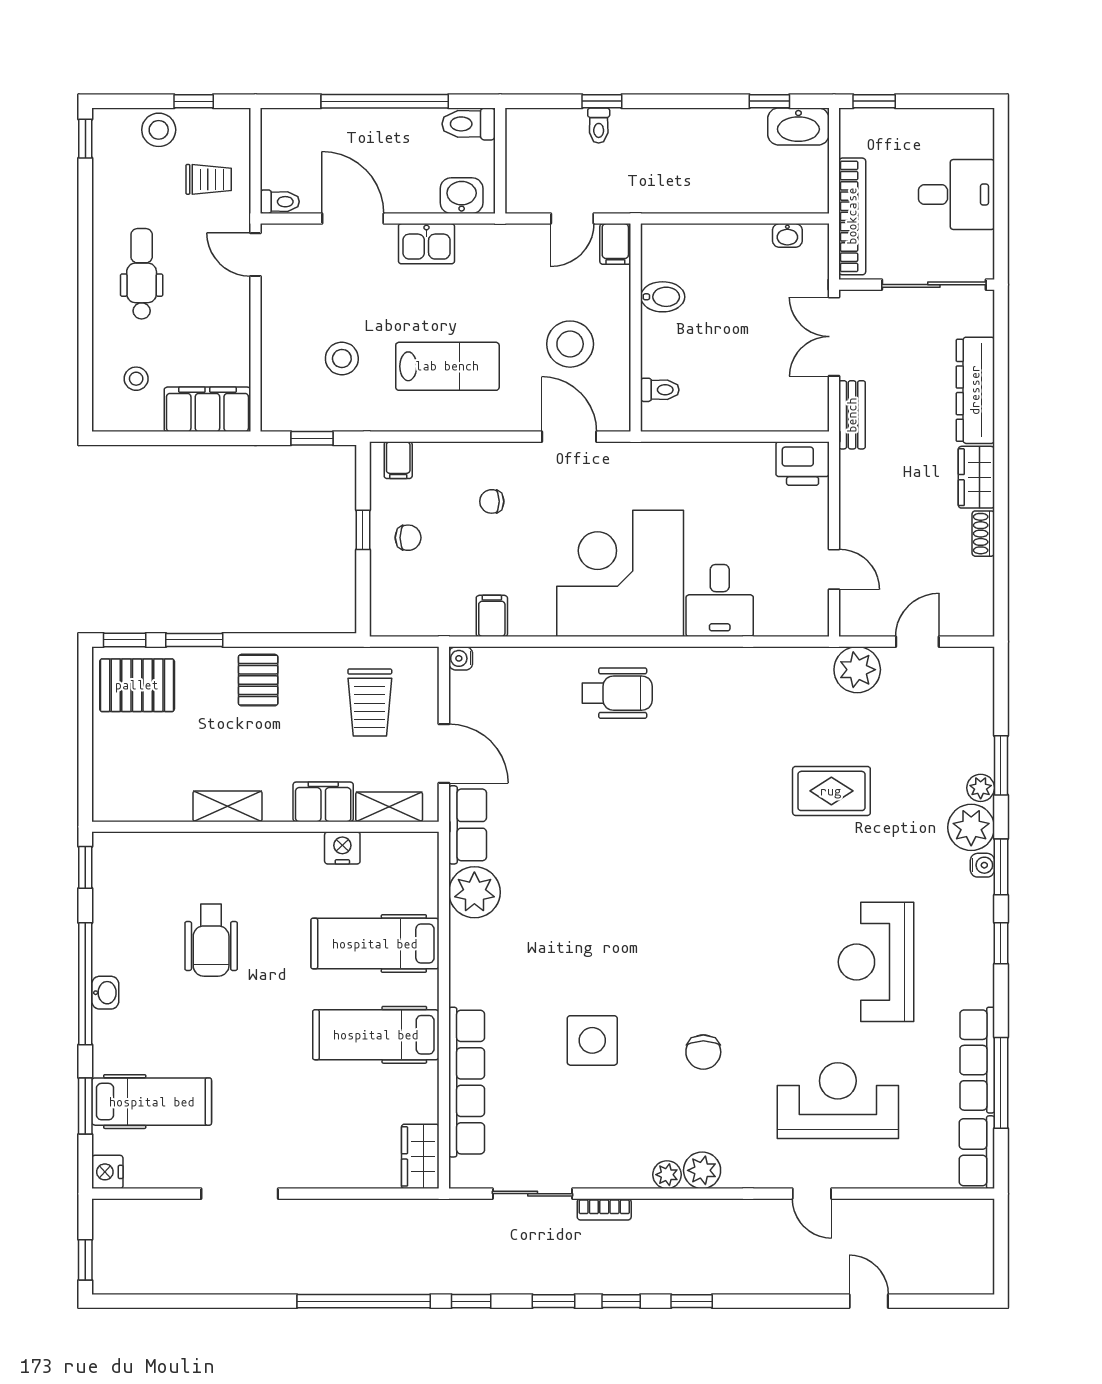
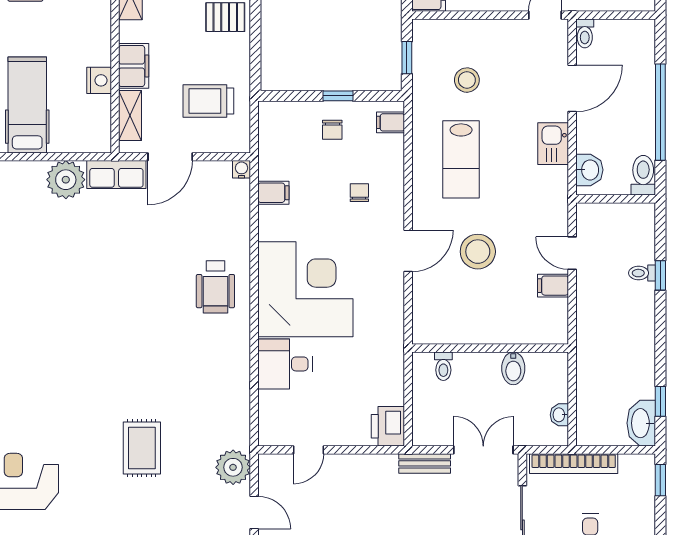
bidet: (663, 297) -> (513, 368), moved
wall: (636, 328) -> (490, 348), moved
toilet: (660, 390) -> (443, 366), moved

